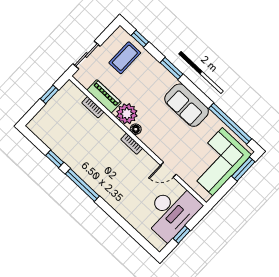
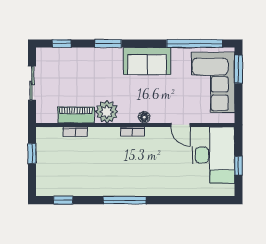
sliding door: (86, 55) -> (32, 83), moved
coffee table: (125, 58) -> (64, 70), removed
floor lamp: (136, 129) -> (144, 117), moved
window: (55, 159) -> (63, 200), moved
door: (168, 170) -> (180, 125), hinge flipped

